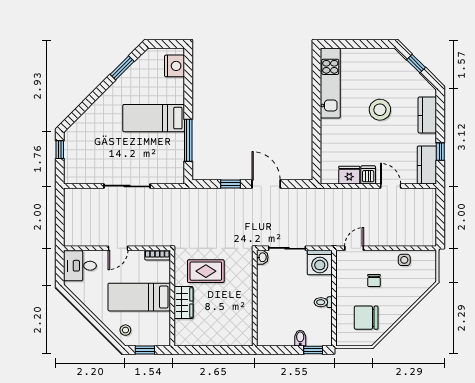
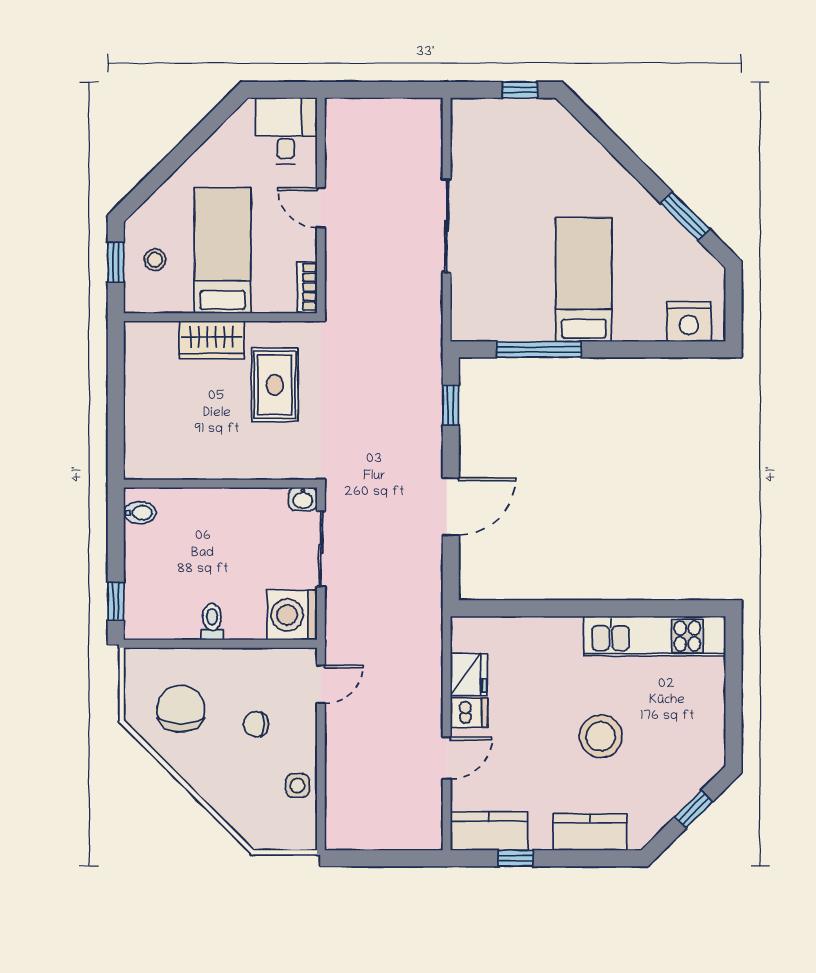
window: (231, 184) -> (451, 405), moved
door: (354, 248) -> (321, 684), hinge flipped
stool: (125, 330) -> (155, 260), moved
bidet: (300, 338) -> (140, 513), moved

